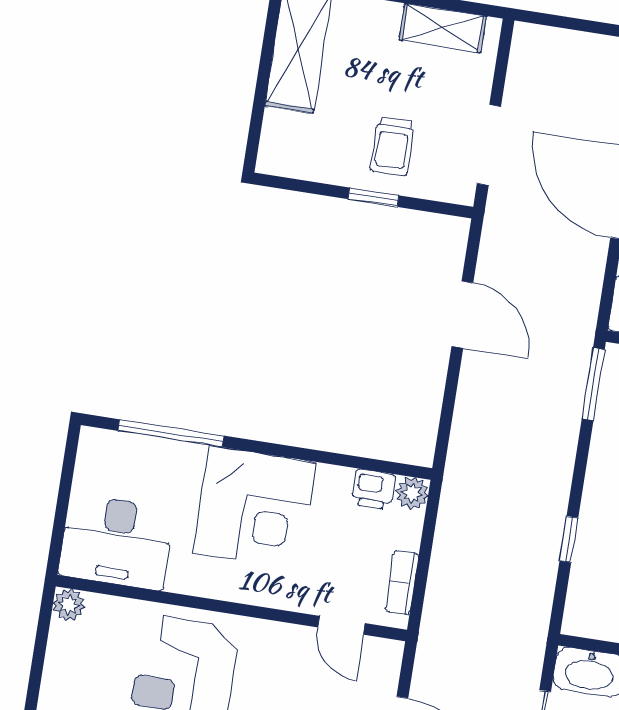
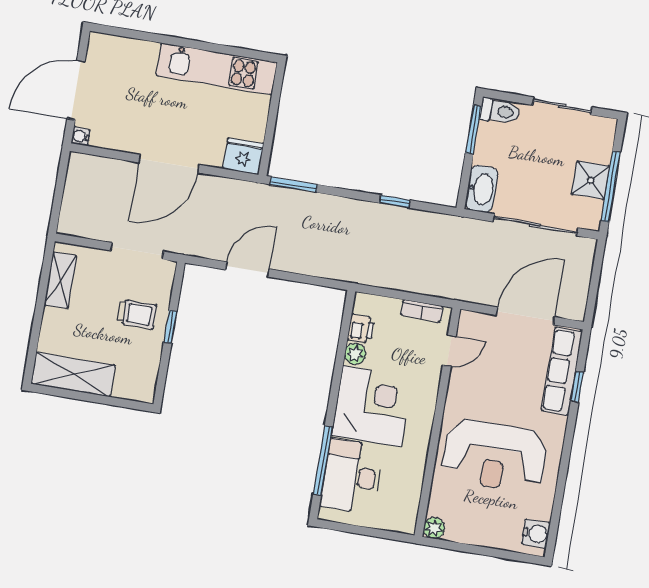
plant: (412, 493) -> (355, 354), moved
desk: (117, 542) -> (352, 476), moved, turned 180

